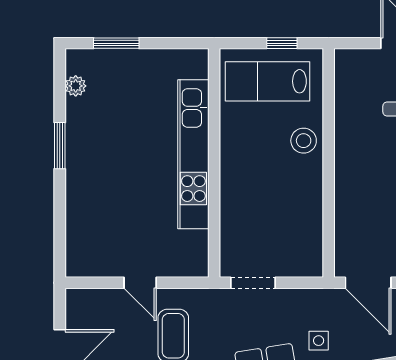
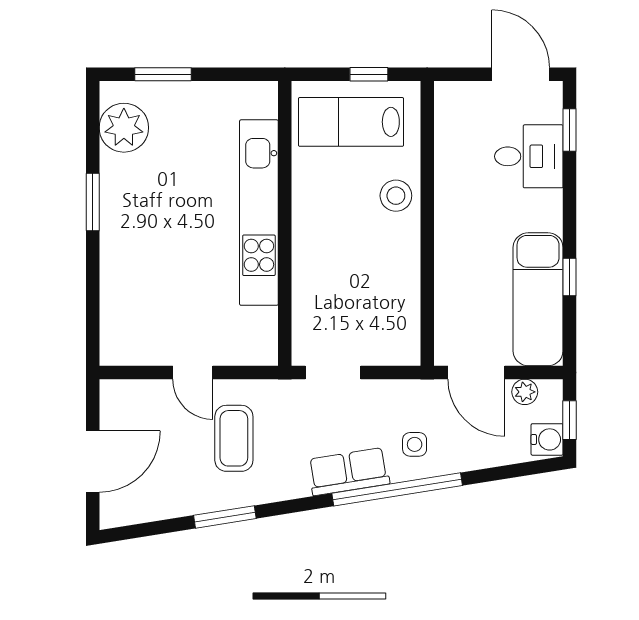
plant: (76, 86) -> (124, 128), width x1.88, depth x1.88

